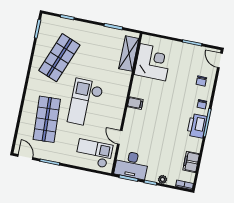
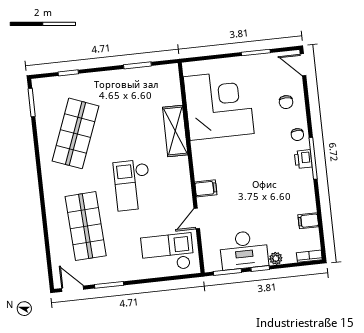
shelving: (129, 54) -> (175, 131), moved
corner desk: (153, 62) -> (219, 105), width x1.36, depth x1.36
checkout: (85, 103) -> (133, 185), width x0.73, depth x0.83
filing cabinet: (135, 103) -> (206, 188), moved
printer: (197, 126) -> (303, 159), width x0.53, depth x0.68
door: (120, 137) -> (197, 219), hinge flipped
filing cabinet: (191, 162) -> (308, 221), width x0.50
desk: (132, 165) -> (244, 250), moved

